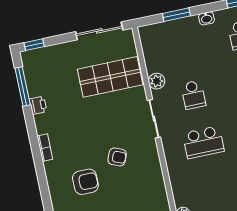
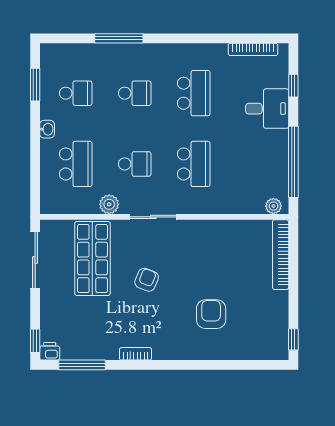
window: (176, 15) -> (35, 164), removed
school desk: (183, 47) -> (76, 164), added
printer: (38, 105) -> (50, 351), moved
bookcase: (45, 148) -> (136, 354), moved
armchair: (117, 157) -> (147, 280), moved

